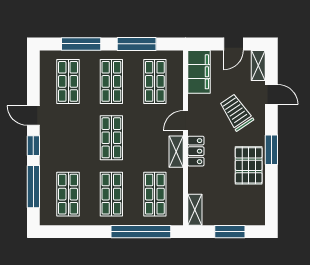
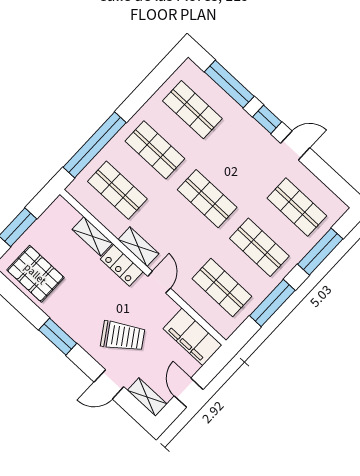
pallet: (249, 165) -> (35, 274), moved
shelving: (195, 210) -> (92, 236), moved

